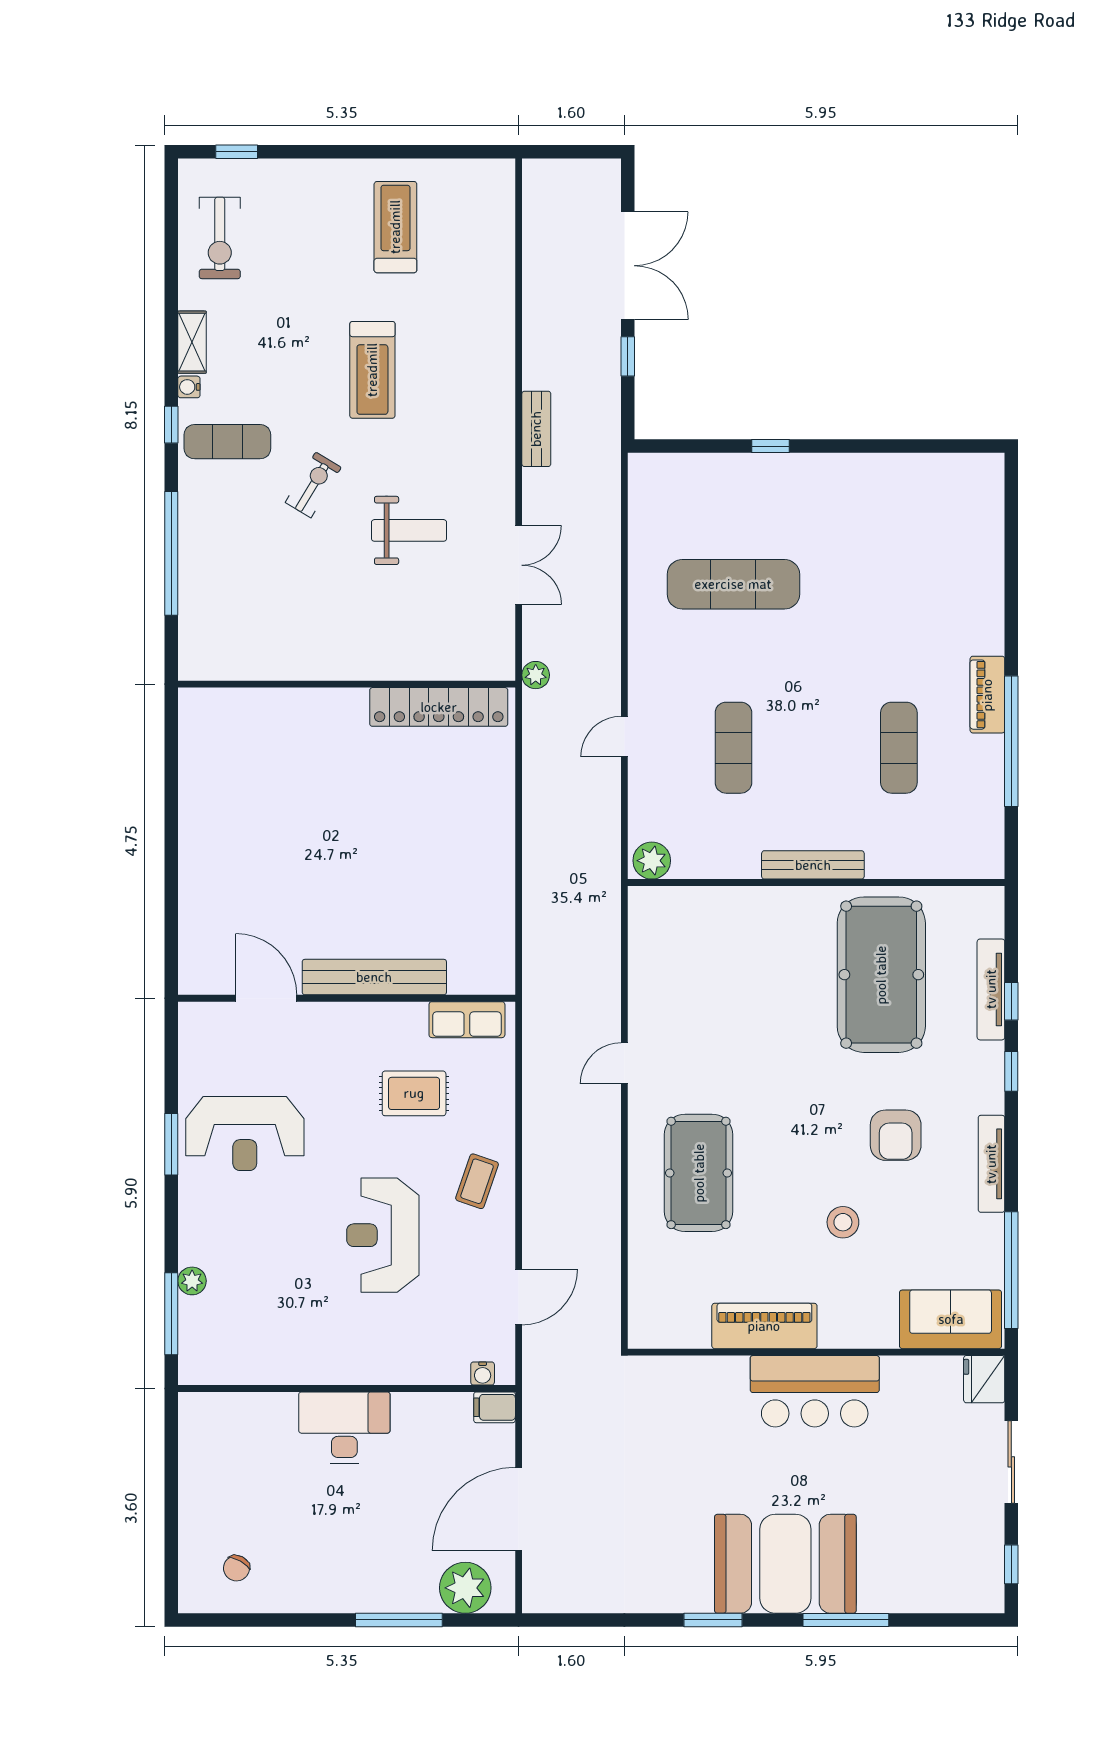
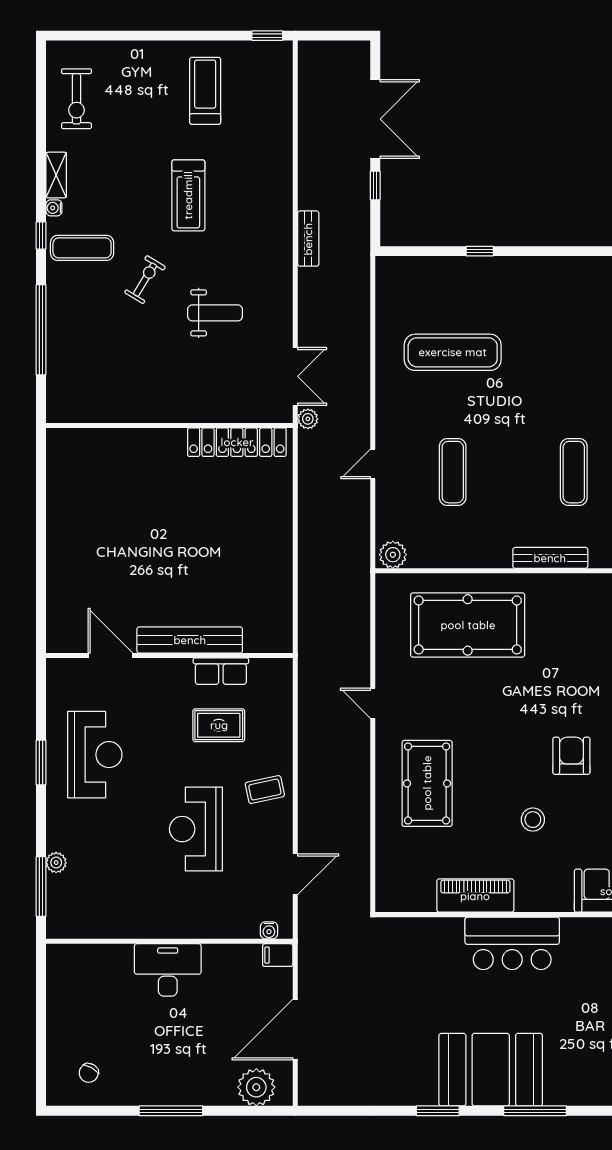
window: (237, 152) -> (267, 36), moved
double door: (519, 565) -> (295, 376), moved
bench: (813, 865) -> (550, 558), moved
pool table: (881, 975) -> (468, 625), moved, turned 90
row of seats: (467, 1020) -> (221, 671), moved
door: (624, 1063) -> (373, 703), hinge flipped
reception desk: (245, 1134) -> (95, 755), turned -90
armchair: (896, 1135) -> (571, 756), turned 180
coffee table: (477, 1181) -> (265, 790), turned 59
window: (399, 1620) -> (171, 1111), moved

